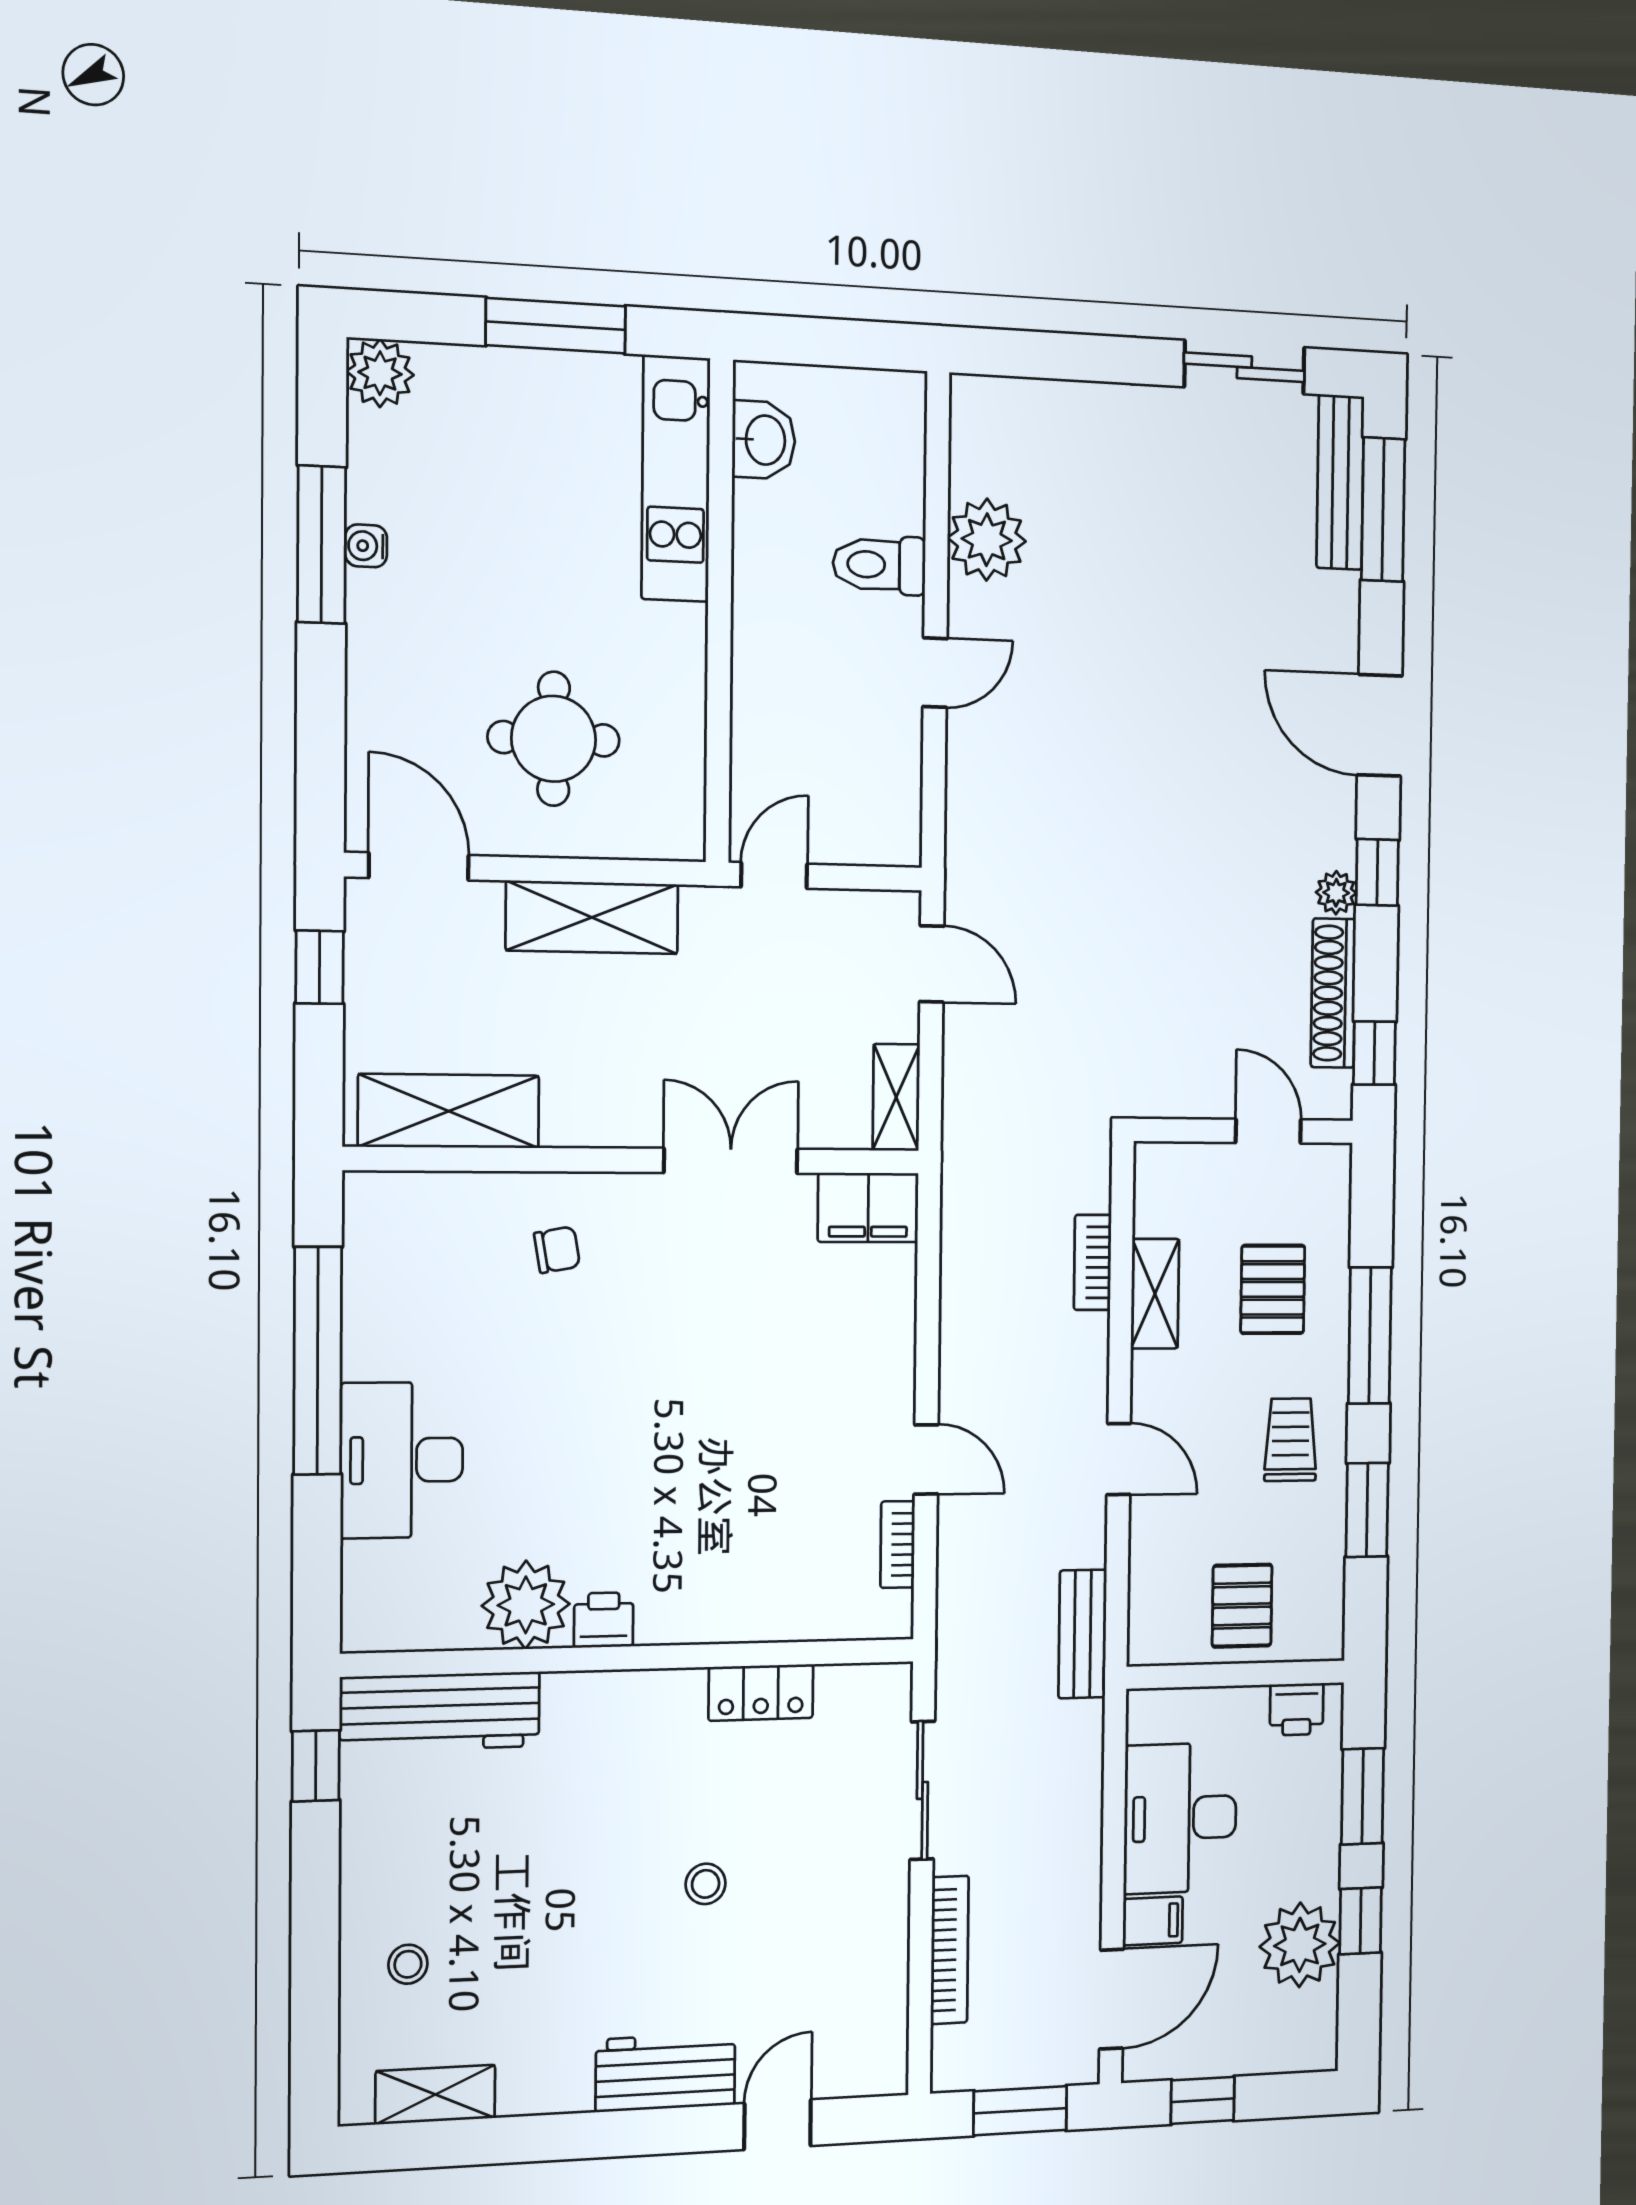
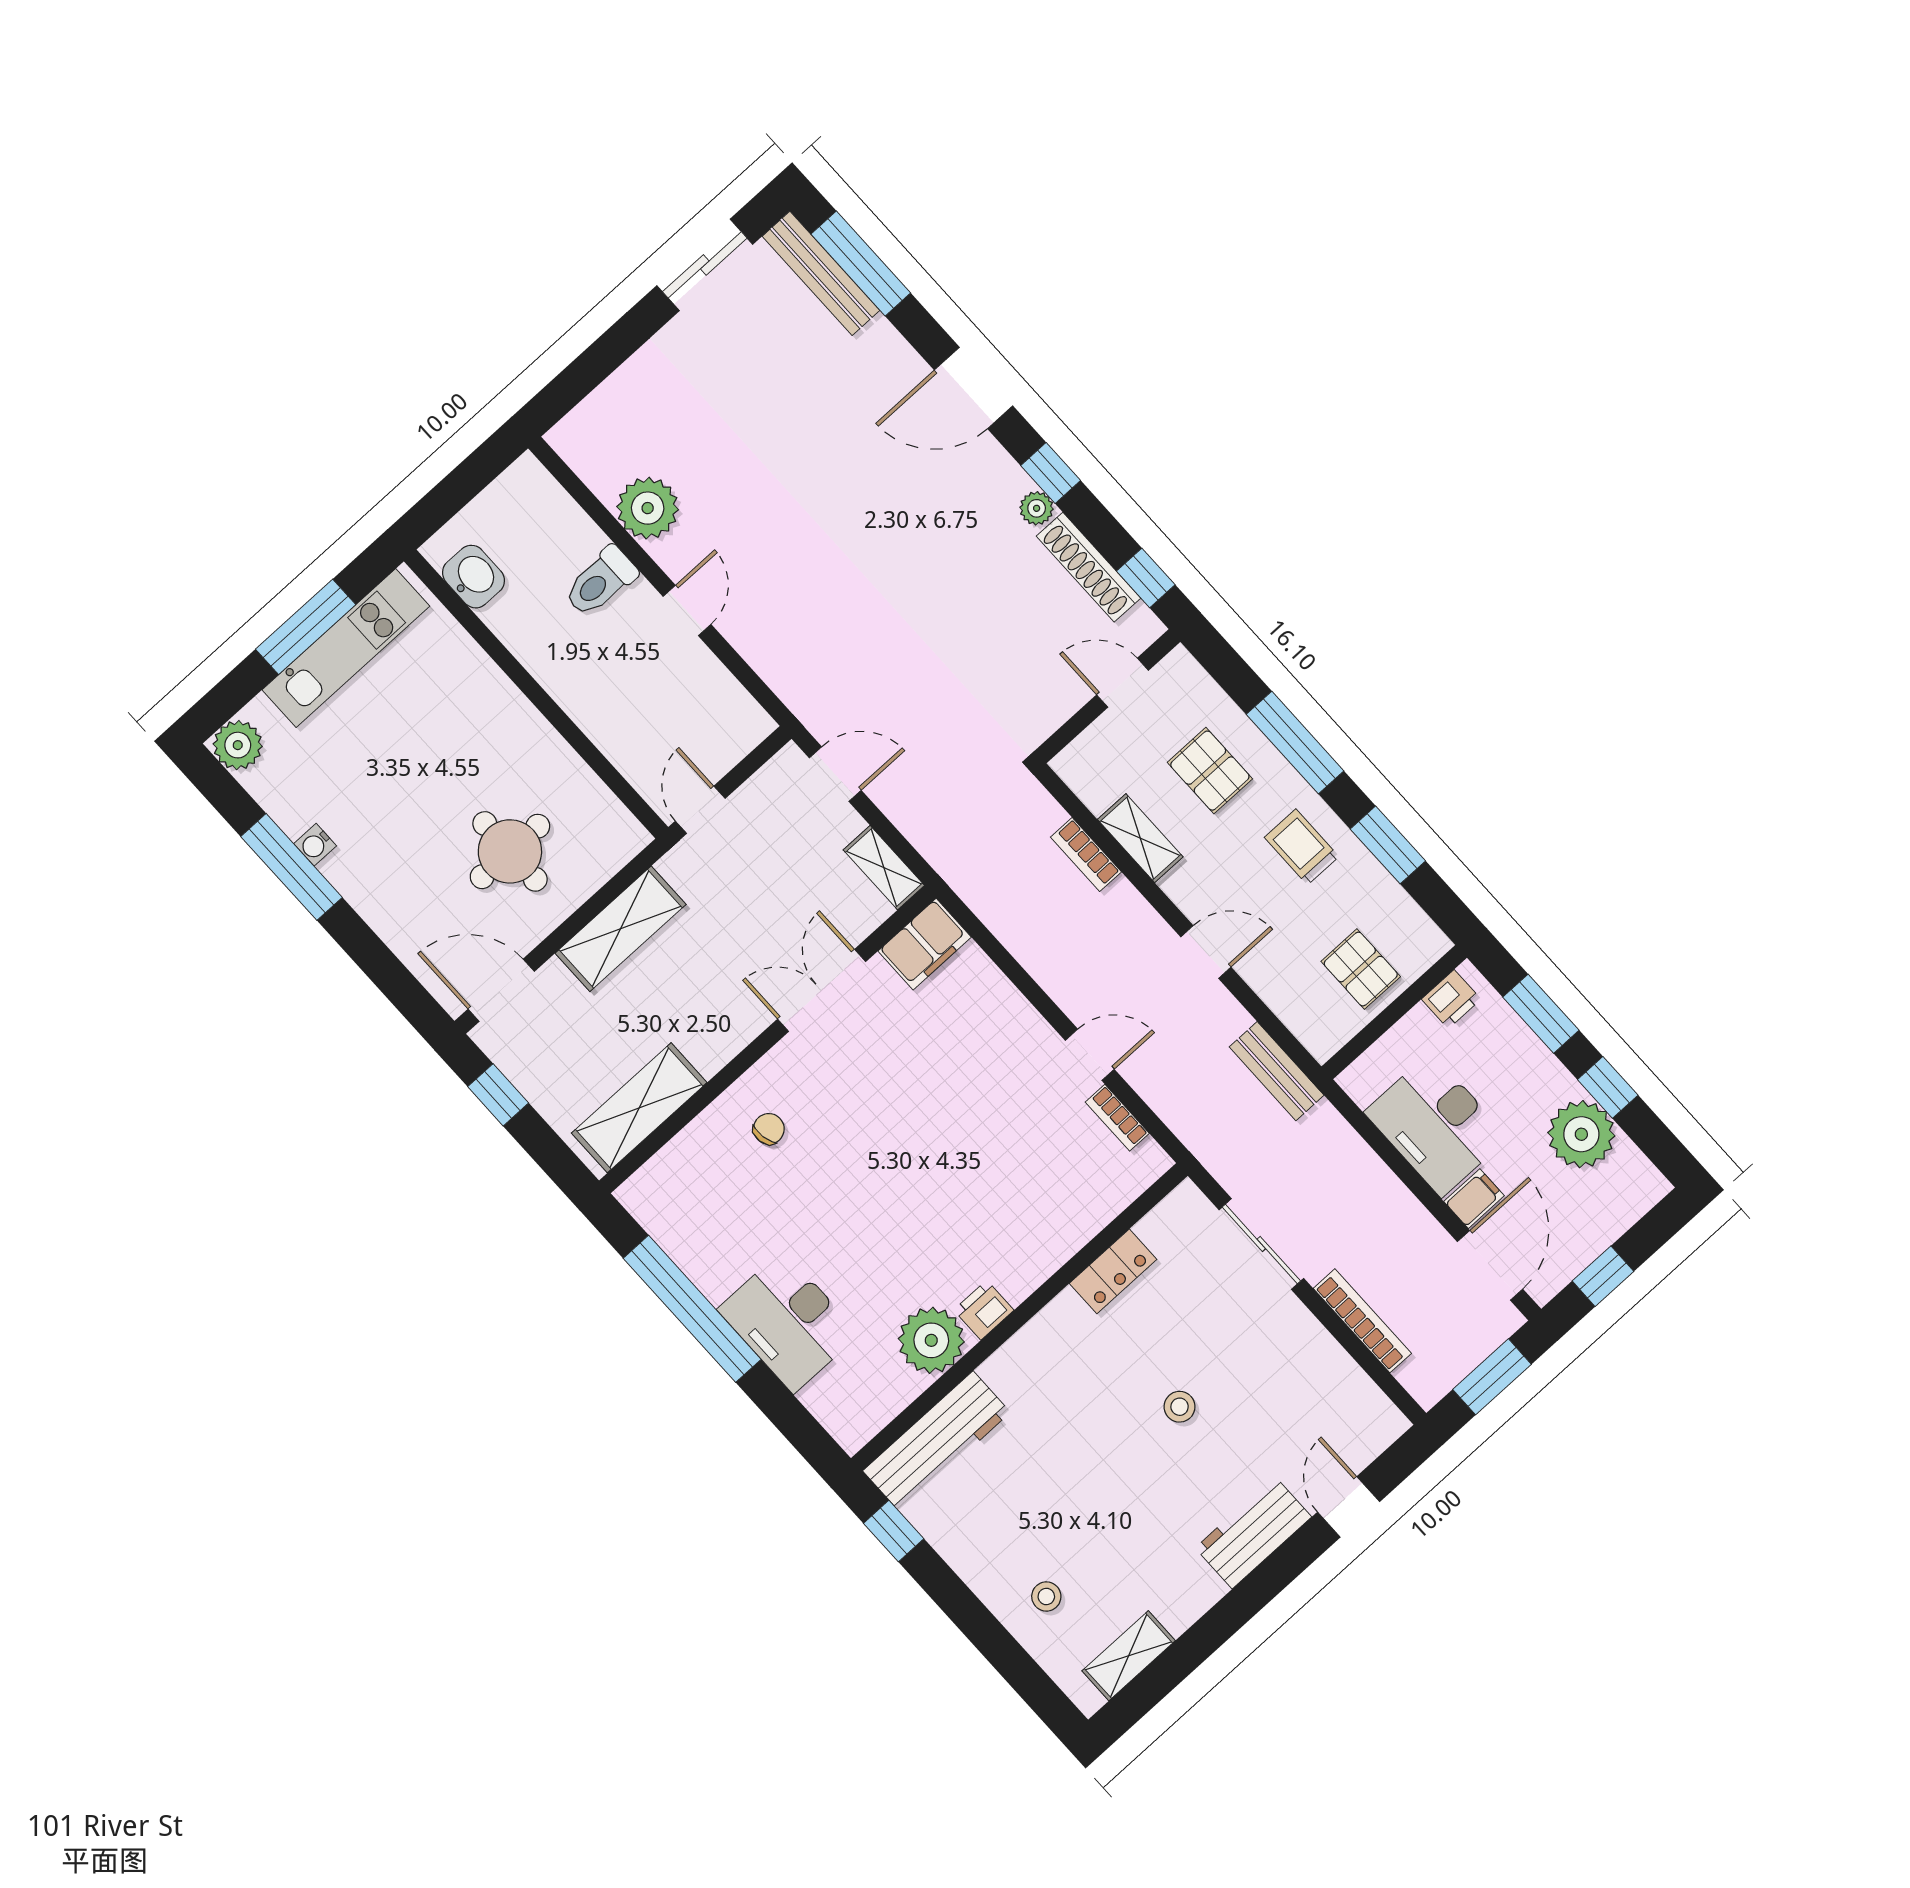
kitchen unit: (676, 479) -> (346, 648), moved, turned -90

